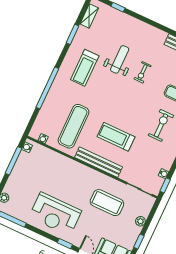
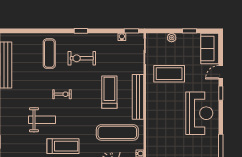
weight bench: (120, 59) -> (42, 120), turned 180
exercise bike: (143, 72) -> (62, 94), moved
treadmill: (116, 137) -> (109, 92), turned 180
coffee table: (107, 203) -> (169, 74), turned 90

